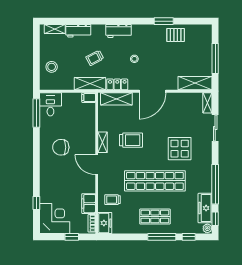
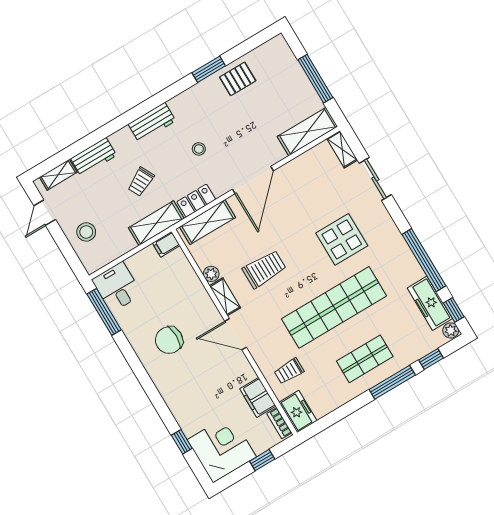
door: (36, 44) -> (45, 213), added
plant: (103, 126) -> (211, 274), added

